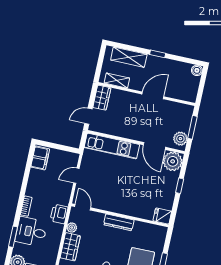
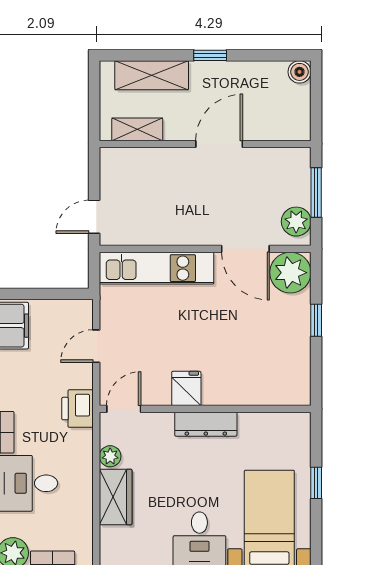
wardrobe: (102, 98) -> (114, 172), removed
door: (83, 207) -> (124, 409), hinge flipped
printer: (59, 214) -> (77, 409), moved
fridge: (162, 216) -> (186, 388), moved, turned 90

